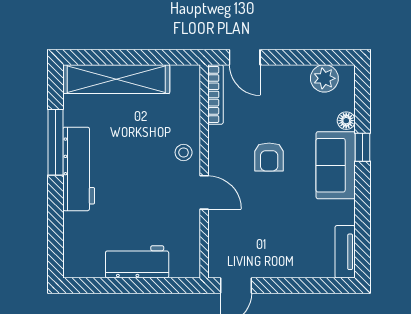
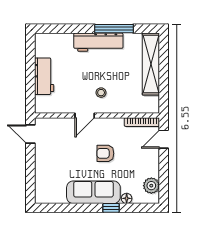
stool: (184, 152) -> (101, 93), moved
sofa: (336, 165) -> (93, 192), width x1.36
tv unit: (345, 252) -> (50, 198), removed

